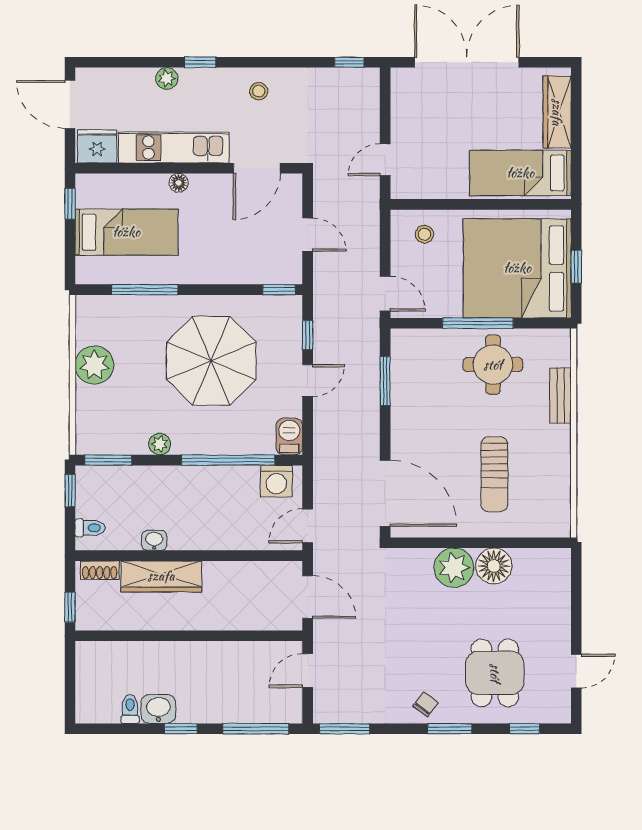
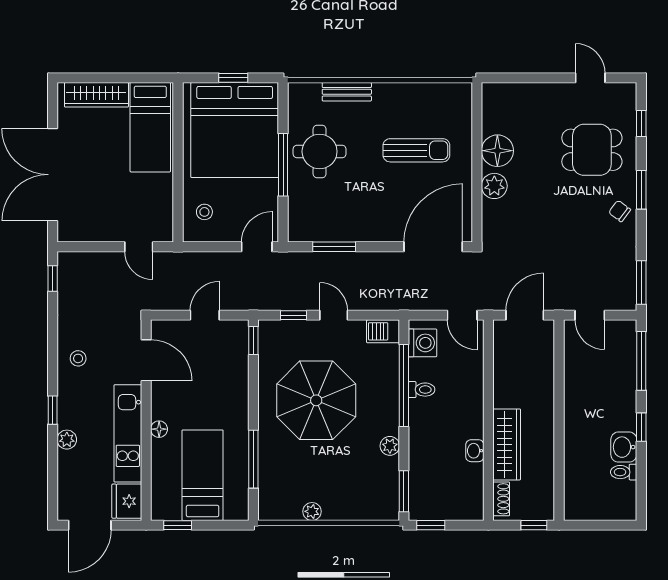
plant: (94, 365) -> (312, 511), width x0.53, depth x0.53
toilet: (90, 528) -> (422, 390), moved, turned 90
plant: (454, 568) -> (494, 186), width x0.73, depth x0.73

